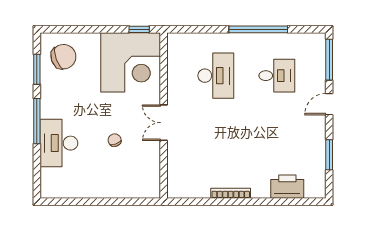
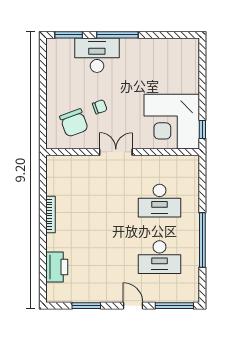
chair: (63, 57) -> (74, 123), moved
window: (37, 69) -> (69, 35), moved
desk: (277, 76) -> (160, 257), width x1.37

